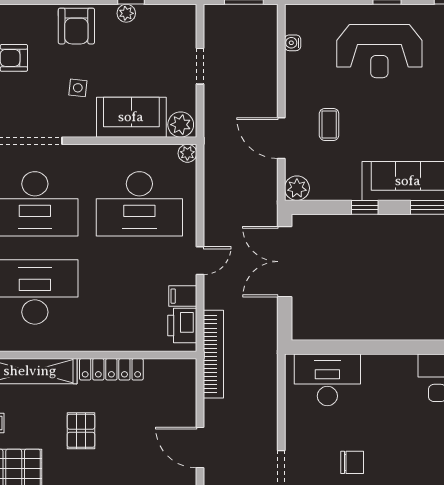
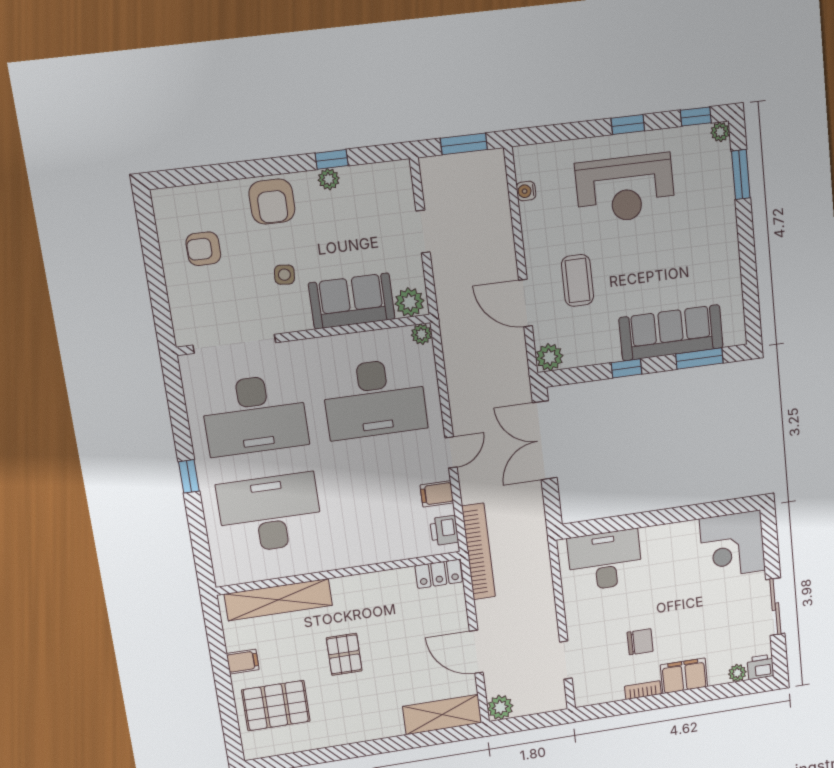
coffee table: (329, 124) -> (577, 280), width x1.36, depth x1.30
printer: (182, 326) -> (444, 530), width x0.73, depth x0.81
locker: (111, 369) -> (439, 574), moved, width x0.66

